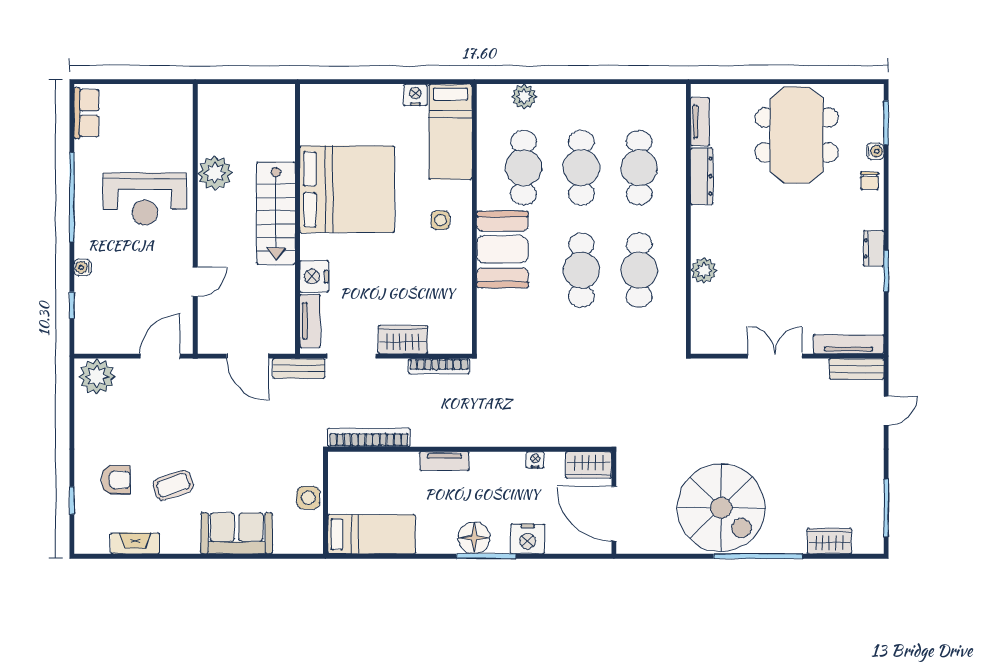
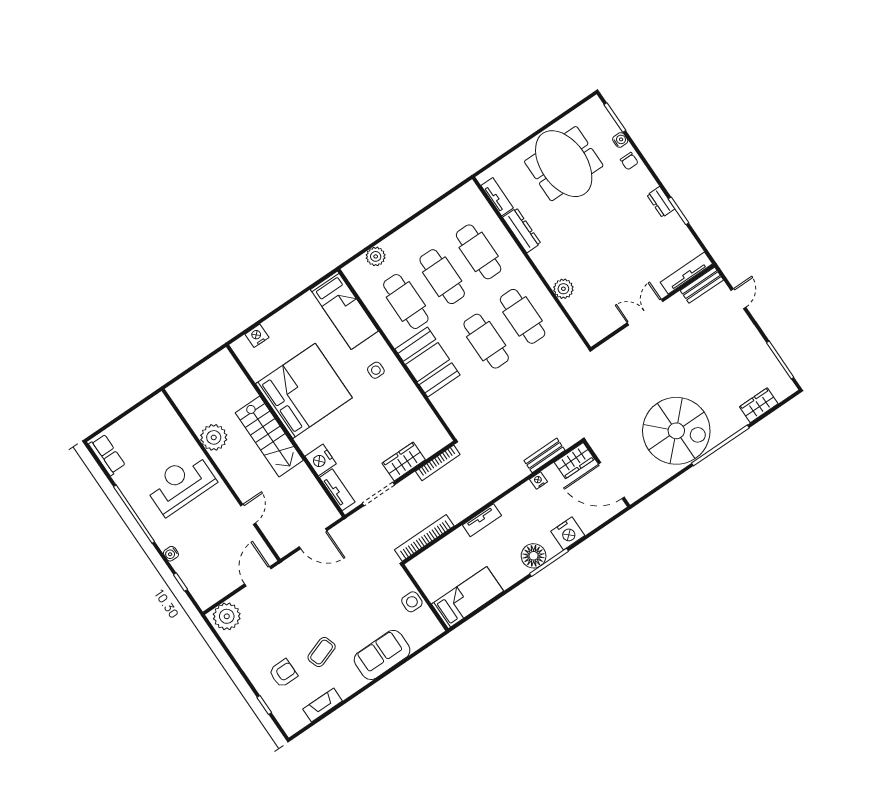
nightstand: (415, 95) -> (257, 336), moved
reception desk: (145, 199) -> (181, 484), turned 180
bench: (299, 368) -> (544, 455), moved

